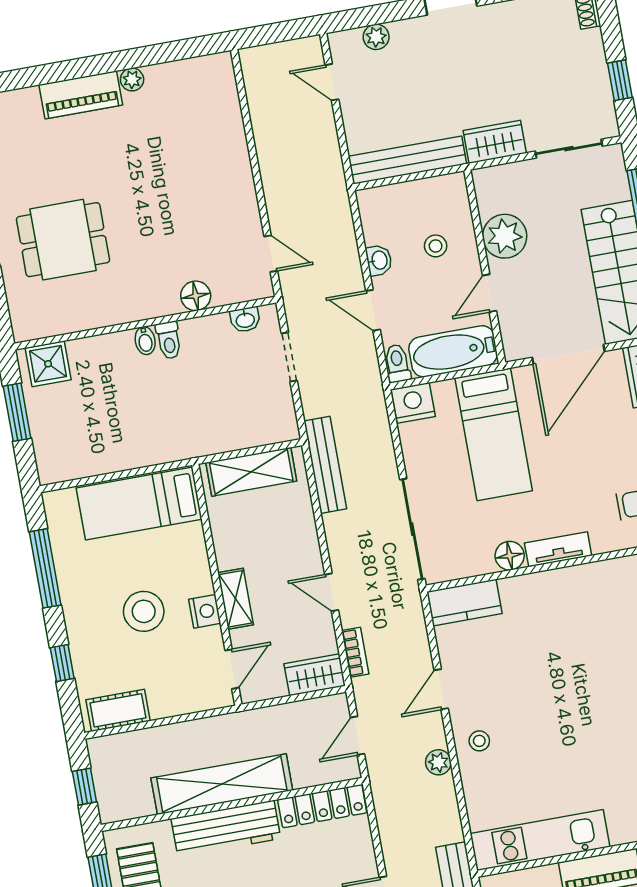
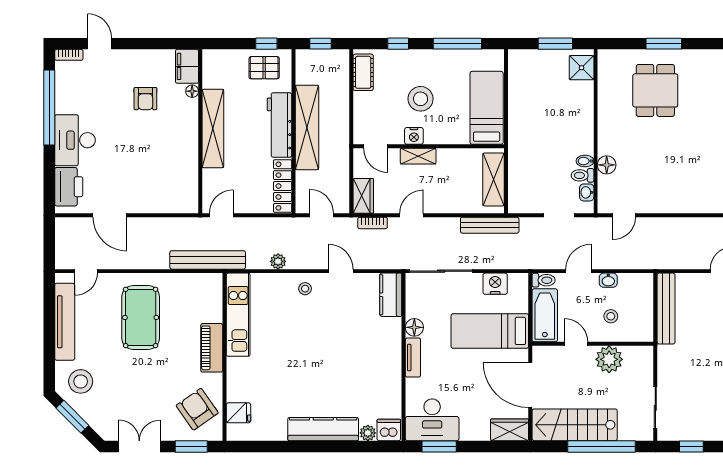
wardrobe: (495, 142) -> (668, 364), removed
toilet: (169, 340) -> (583, 175), moved
bidet: (145, 341) -> (585, 161), moved
nightstand: (413, 403) -> (495, 284), moved, turned -90
plant: (438, 762) -> (278, 261), moved

